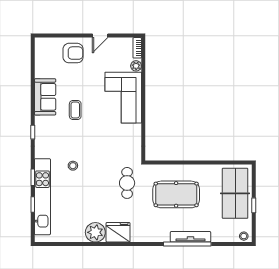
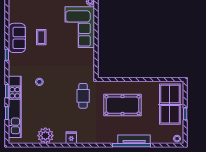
sofa: (45, 97) -> (17, 38), moved
plant: (95, 232) -> (45, 136), moved
fridge: (118, 232) -> (71, 138), width x0.53, depth x0.75

